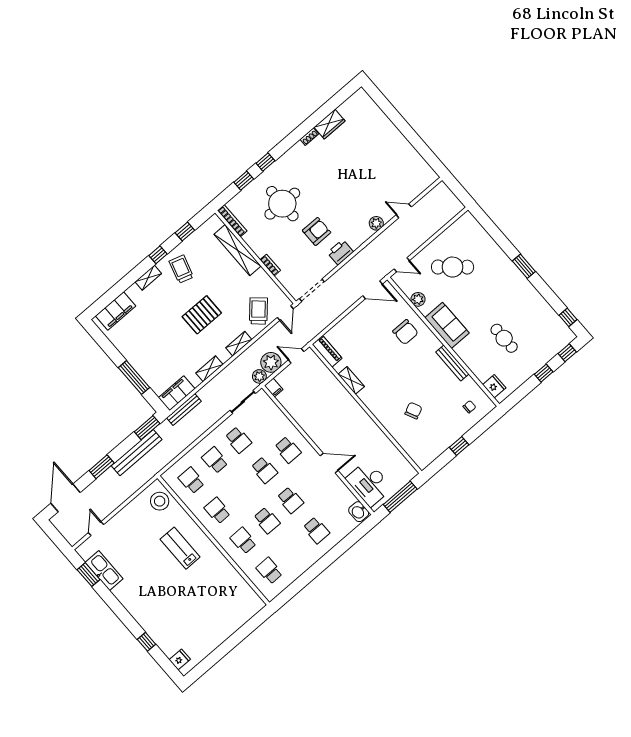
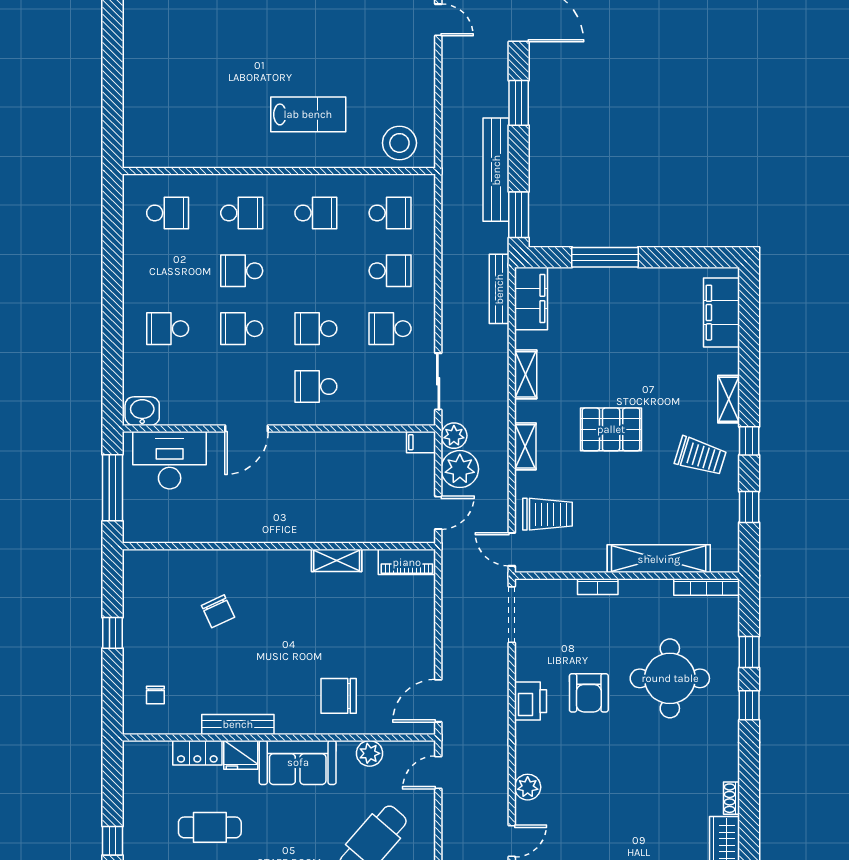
trolley: (258, 311) -> (547, 514), turned -42
pallet: (202, 315) -> (611, 429), turned 90
locker: (478, 369) -> (197, 753), added
fridge: (494, 386) -> (241, 755), moved

